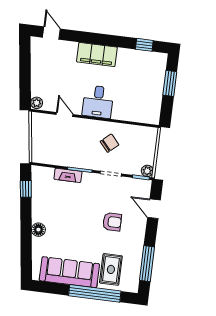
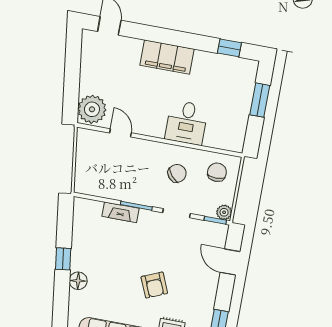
desk: (98, 102) -> (187, 123), moved
plant: (37, 103) -> (92, 109), width x1.87, depth x1.87
chair: (140, 141) -> (217, 172), added
window: (26, 189) -> (63, 259), moved
armchair: (112, 222) -> (154, 285), moved, turned 67

